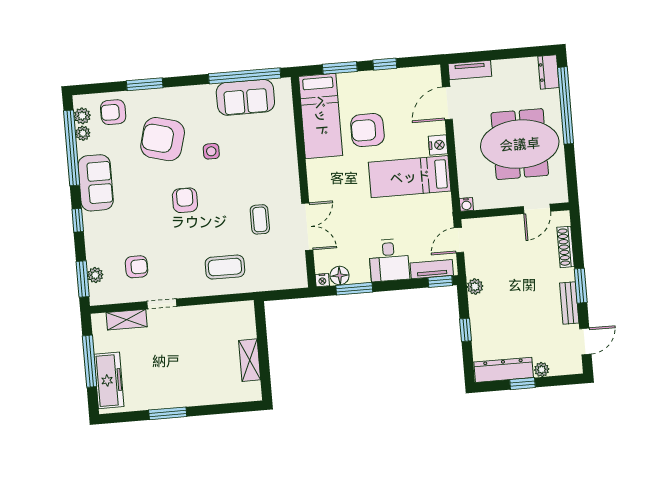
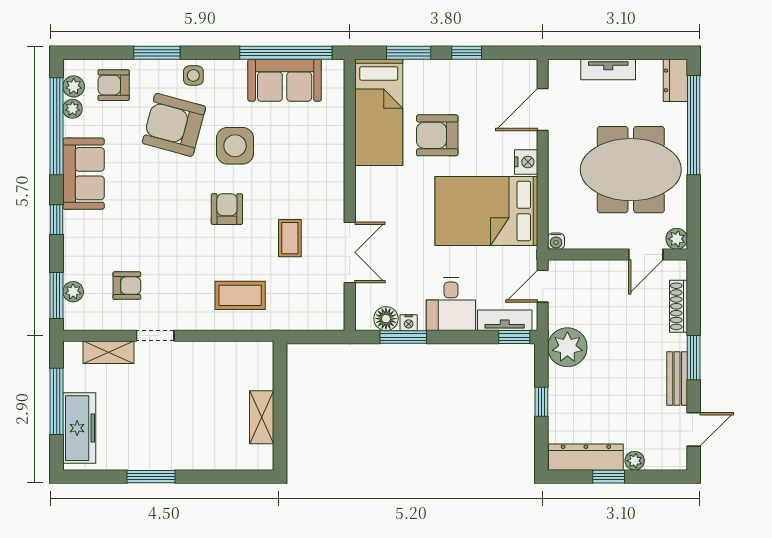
tv unit: (470, 70) -> (608, 69), moved
side table: (174, 100) -> (193, 75), added
side table: (211, 151) -> (235, 146), width x1.87, depth x1.87
bed: (410, 177) -> (486, 211), width x1.50
plant: (560, 195) -> (677, 239), added
armchair: (185, 200) -> (227, 209), moved
nightstand: (322, 280) -> (409, 323), moved
plant: (475, 287) -> (567, 347), width x1.87, depth x1.87

